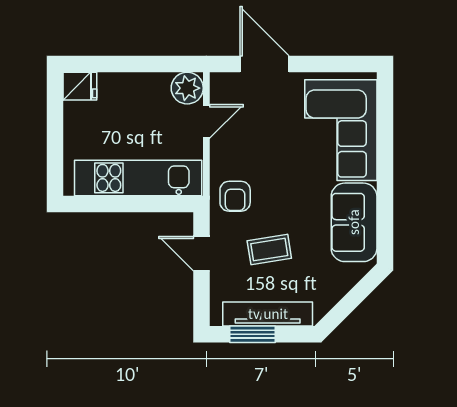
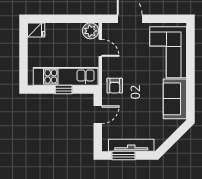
door: (206, 121) -> (100, 48), hinge flipped
window: (134, 204) -> (64, 90), added
coffee table: (269, 250) -> (132, 113), removed
door: (202, 254) -> (98, 115), swing flipped

